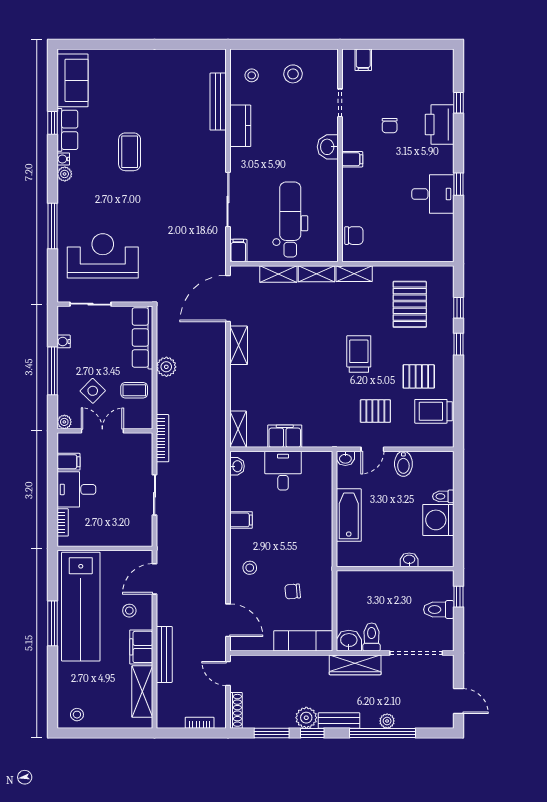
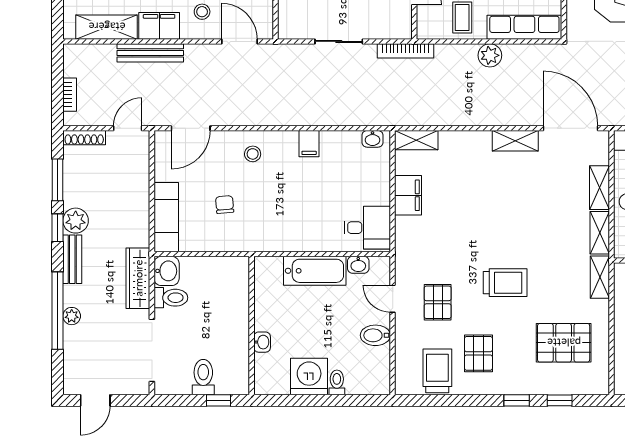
washbasin: (345, 458) -> (358, 265), moved, turned -90
desk: (283, 471) -> (367, 228), moved

